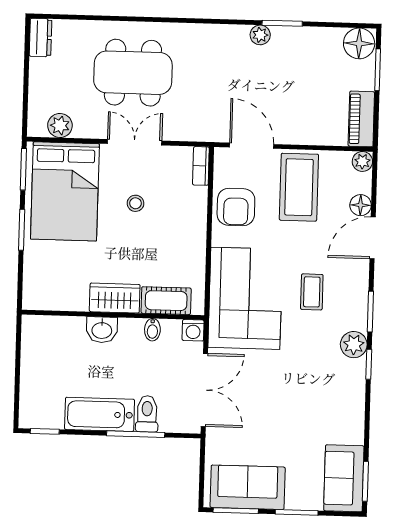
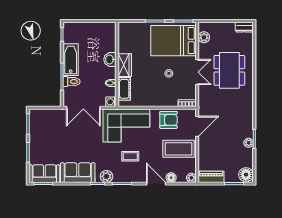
plant: (260, 35) -> (249, 143), moved
armchair: (236, 207) -> (169, 120), turned 180
sofa: (248, 487) -> (78, 173), moved, turned -90

